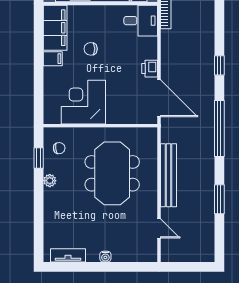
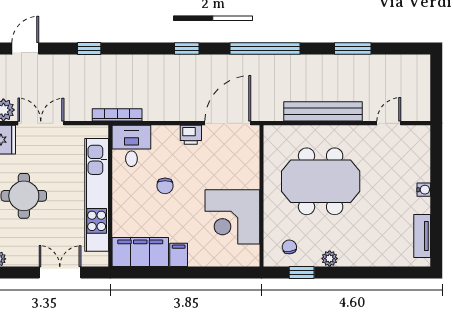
chair: (91, 49) -> (165, 186), moved

